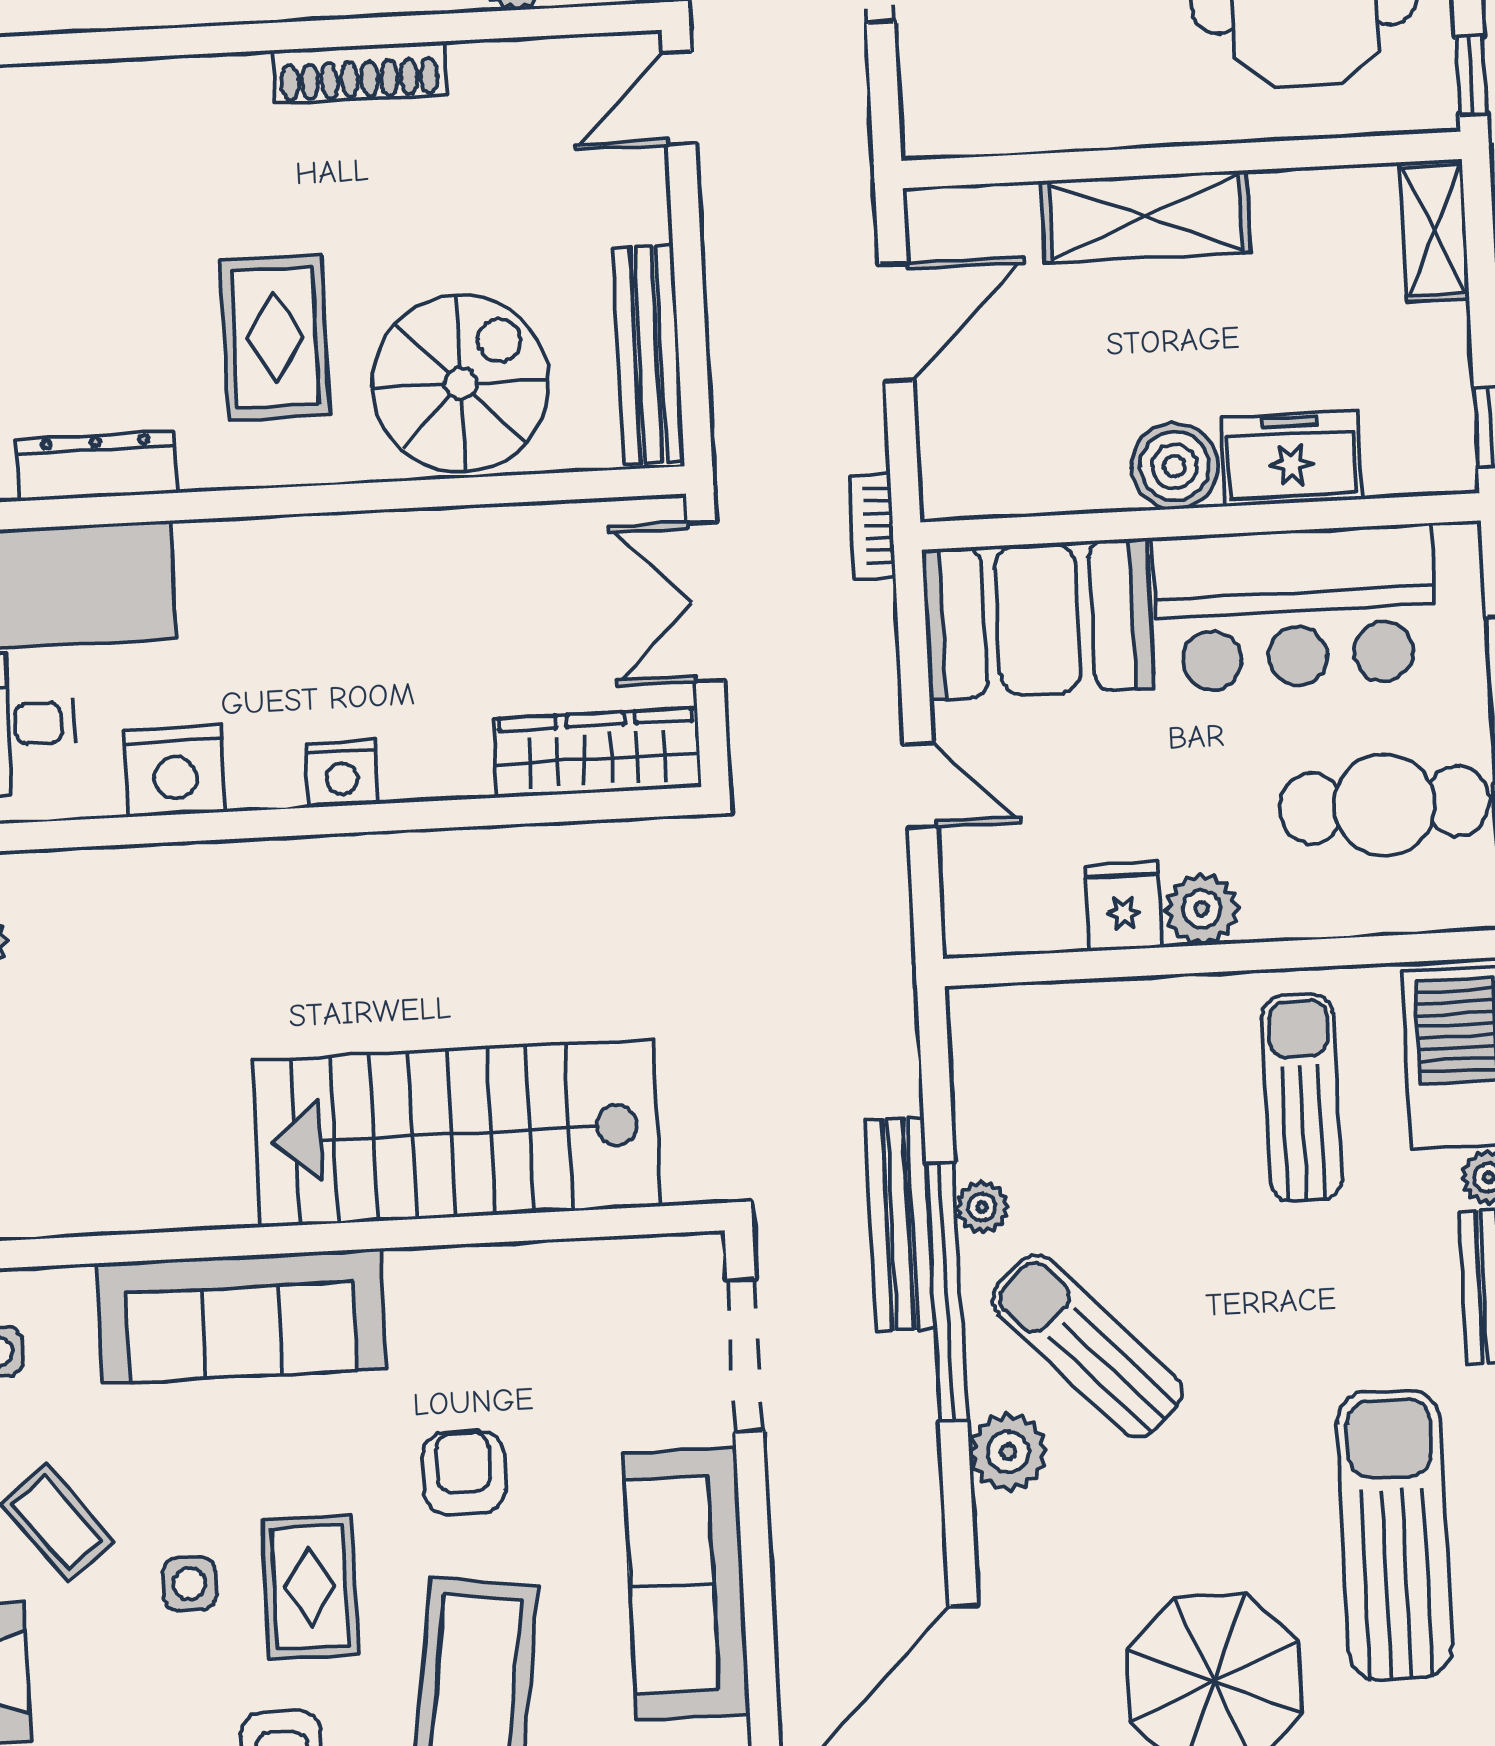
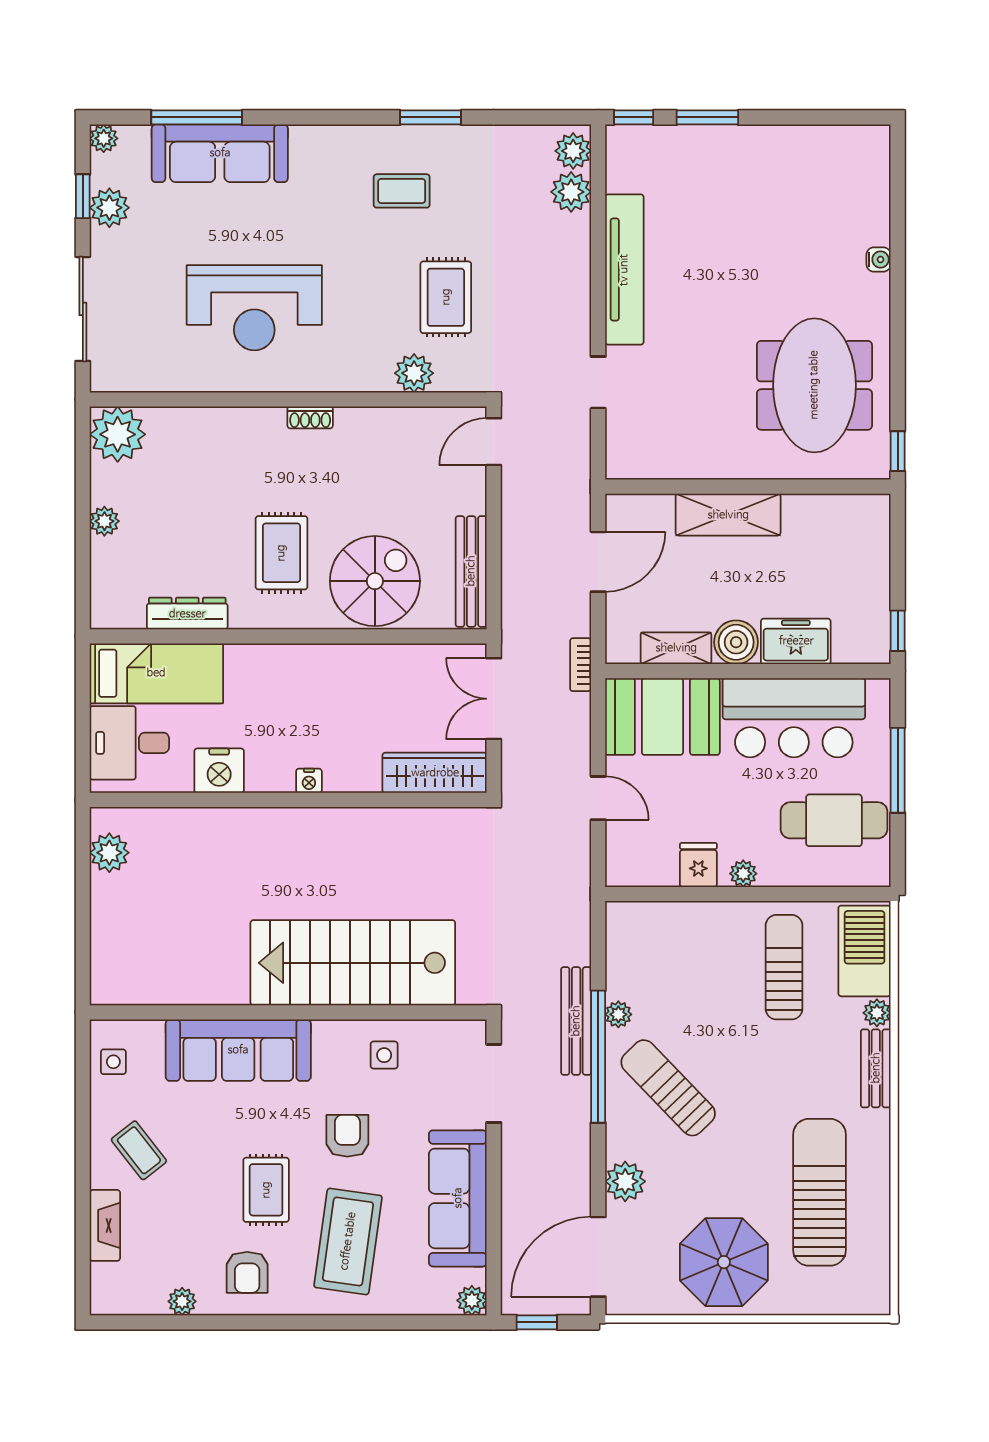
shoe rack: (359, 72) -> (310, 417), width x0.51, depth x0.81
shelving: (1434, 231) -> (676, 648), moved, turned 90
nightstand: (342, 774) -> (309, 781), width x0.72, depth x0.74
plant: (1202, 909) -> (743, 874), width x0.73, depth x0.73
plant: (1008, 1452) -> (625, 1181), moved
side table: (190, 1584) -> (384, 1055), moved

